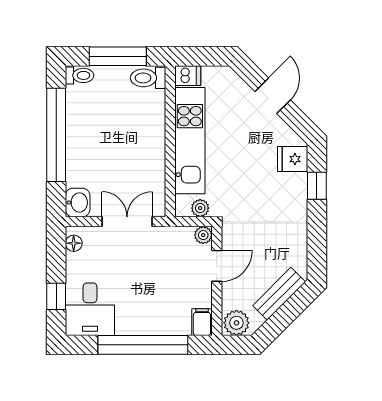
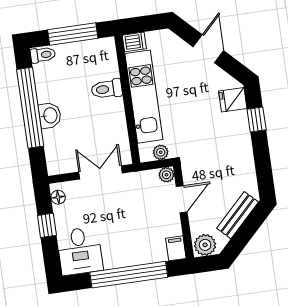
toilet: (148, 78) -> (107, 89), moved
washbasin: (78, 203) -> (50, 115), moved
window: (56, 296) -> (47, 225), moved

